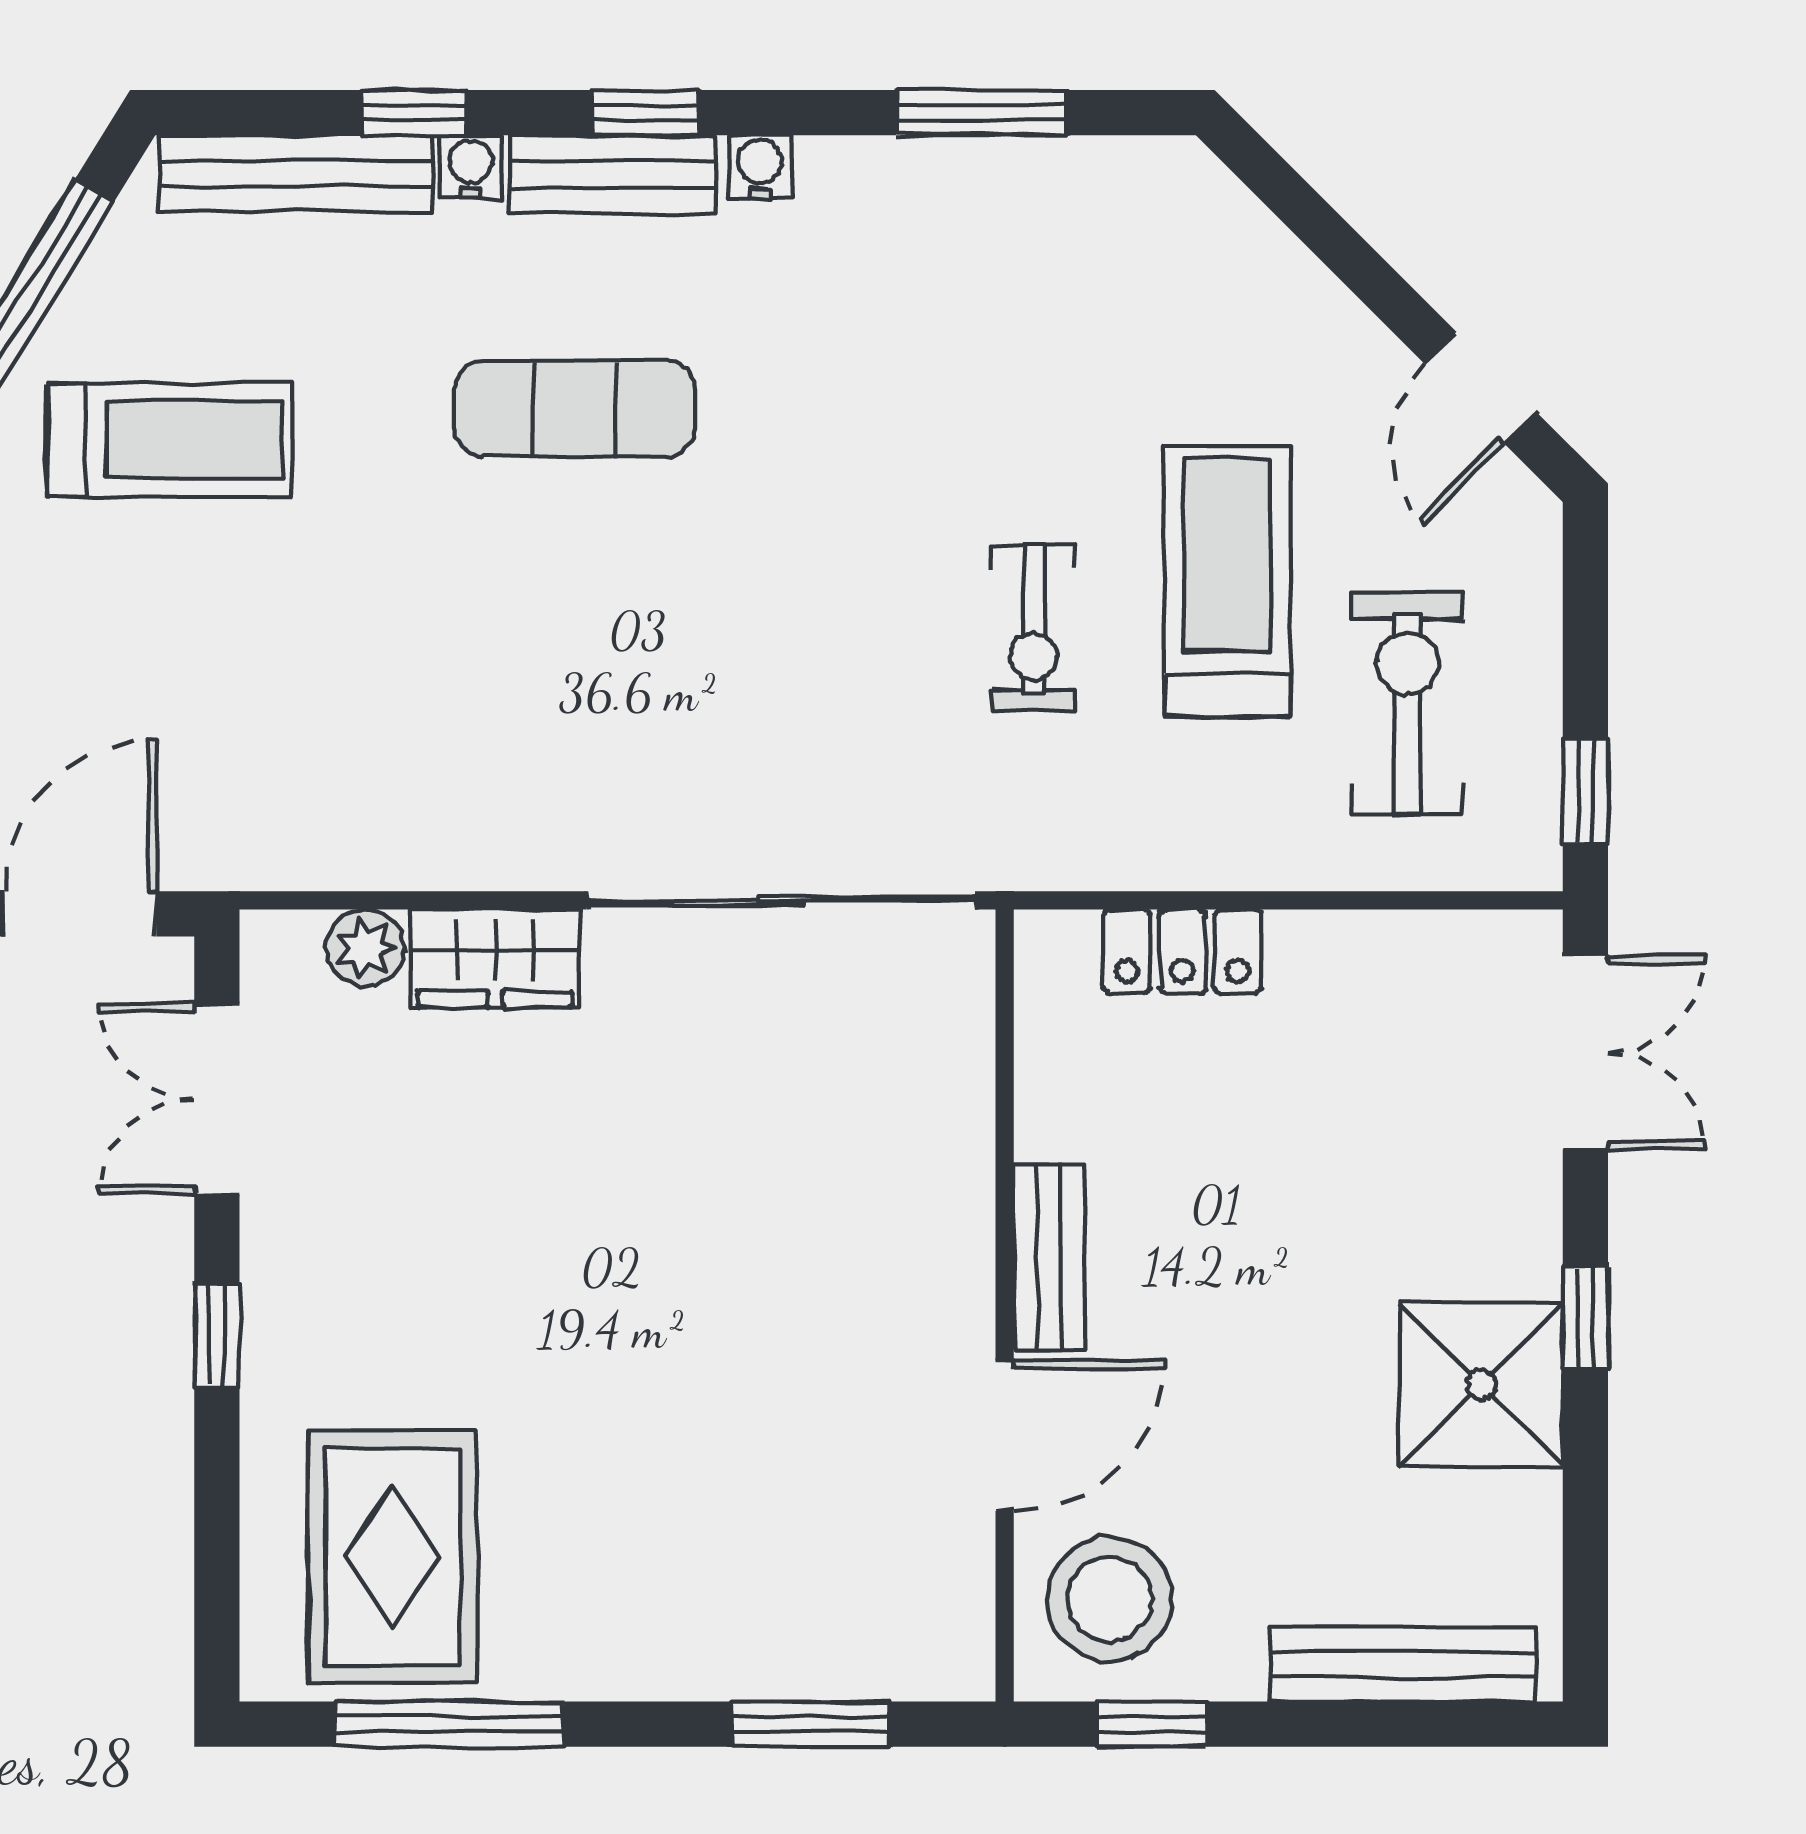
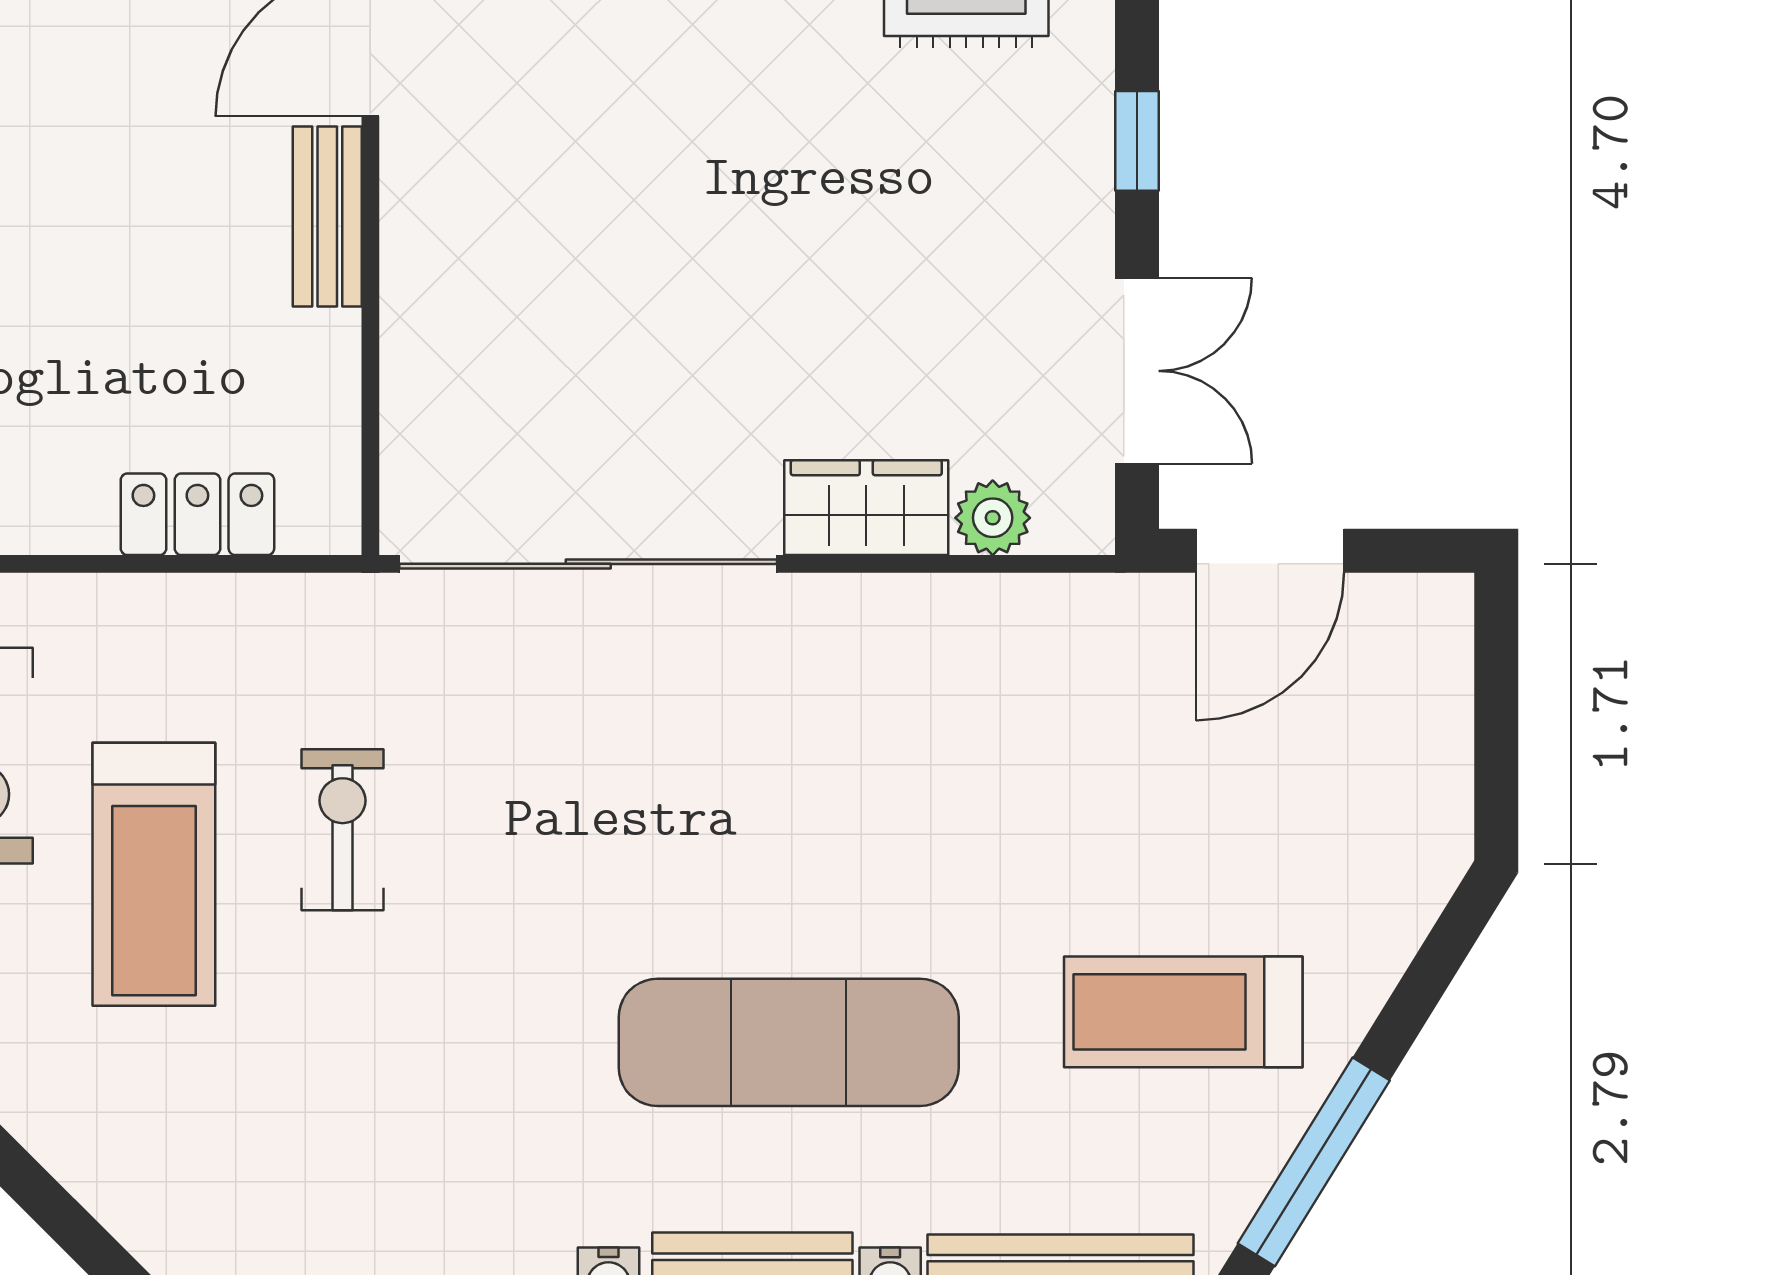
exercise mat: (575, 409) -> (789, 1042), width x1.36, depth x1.45

